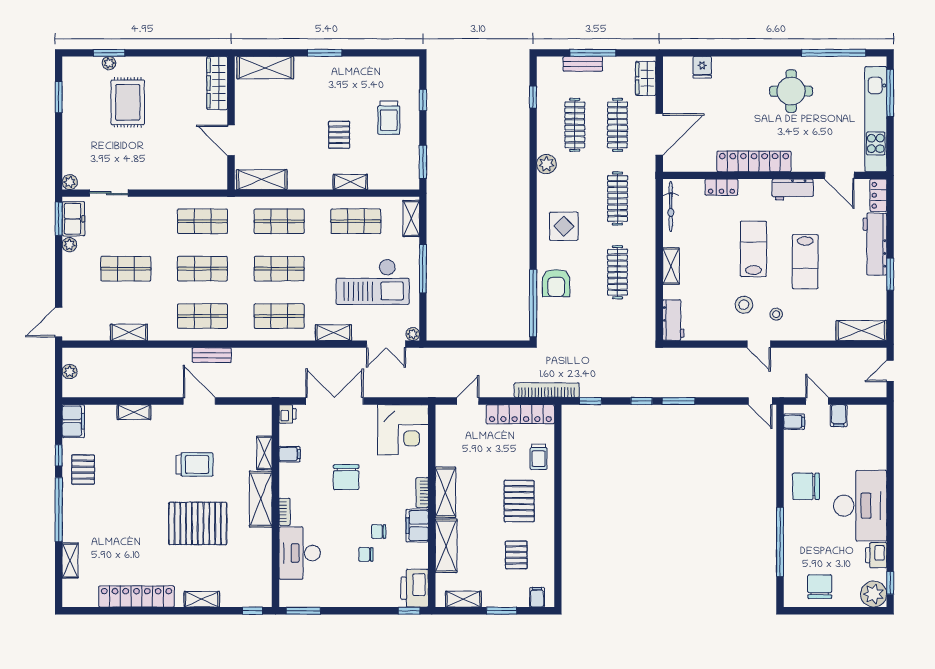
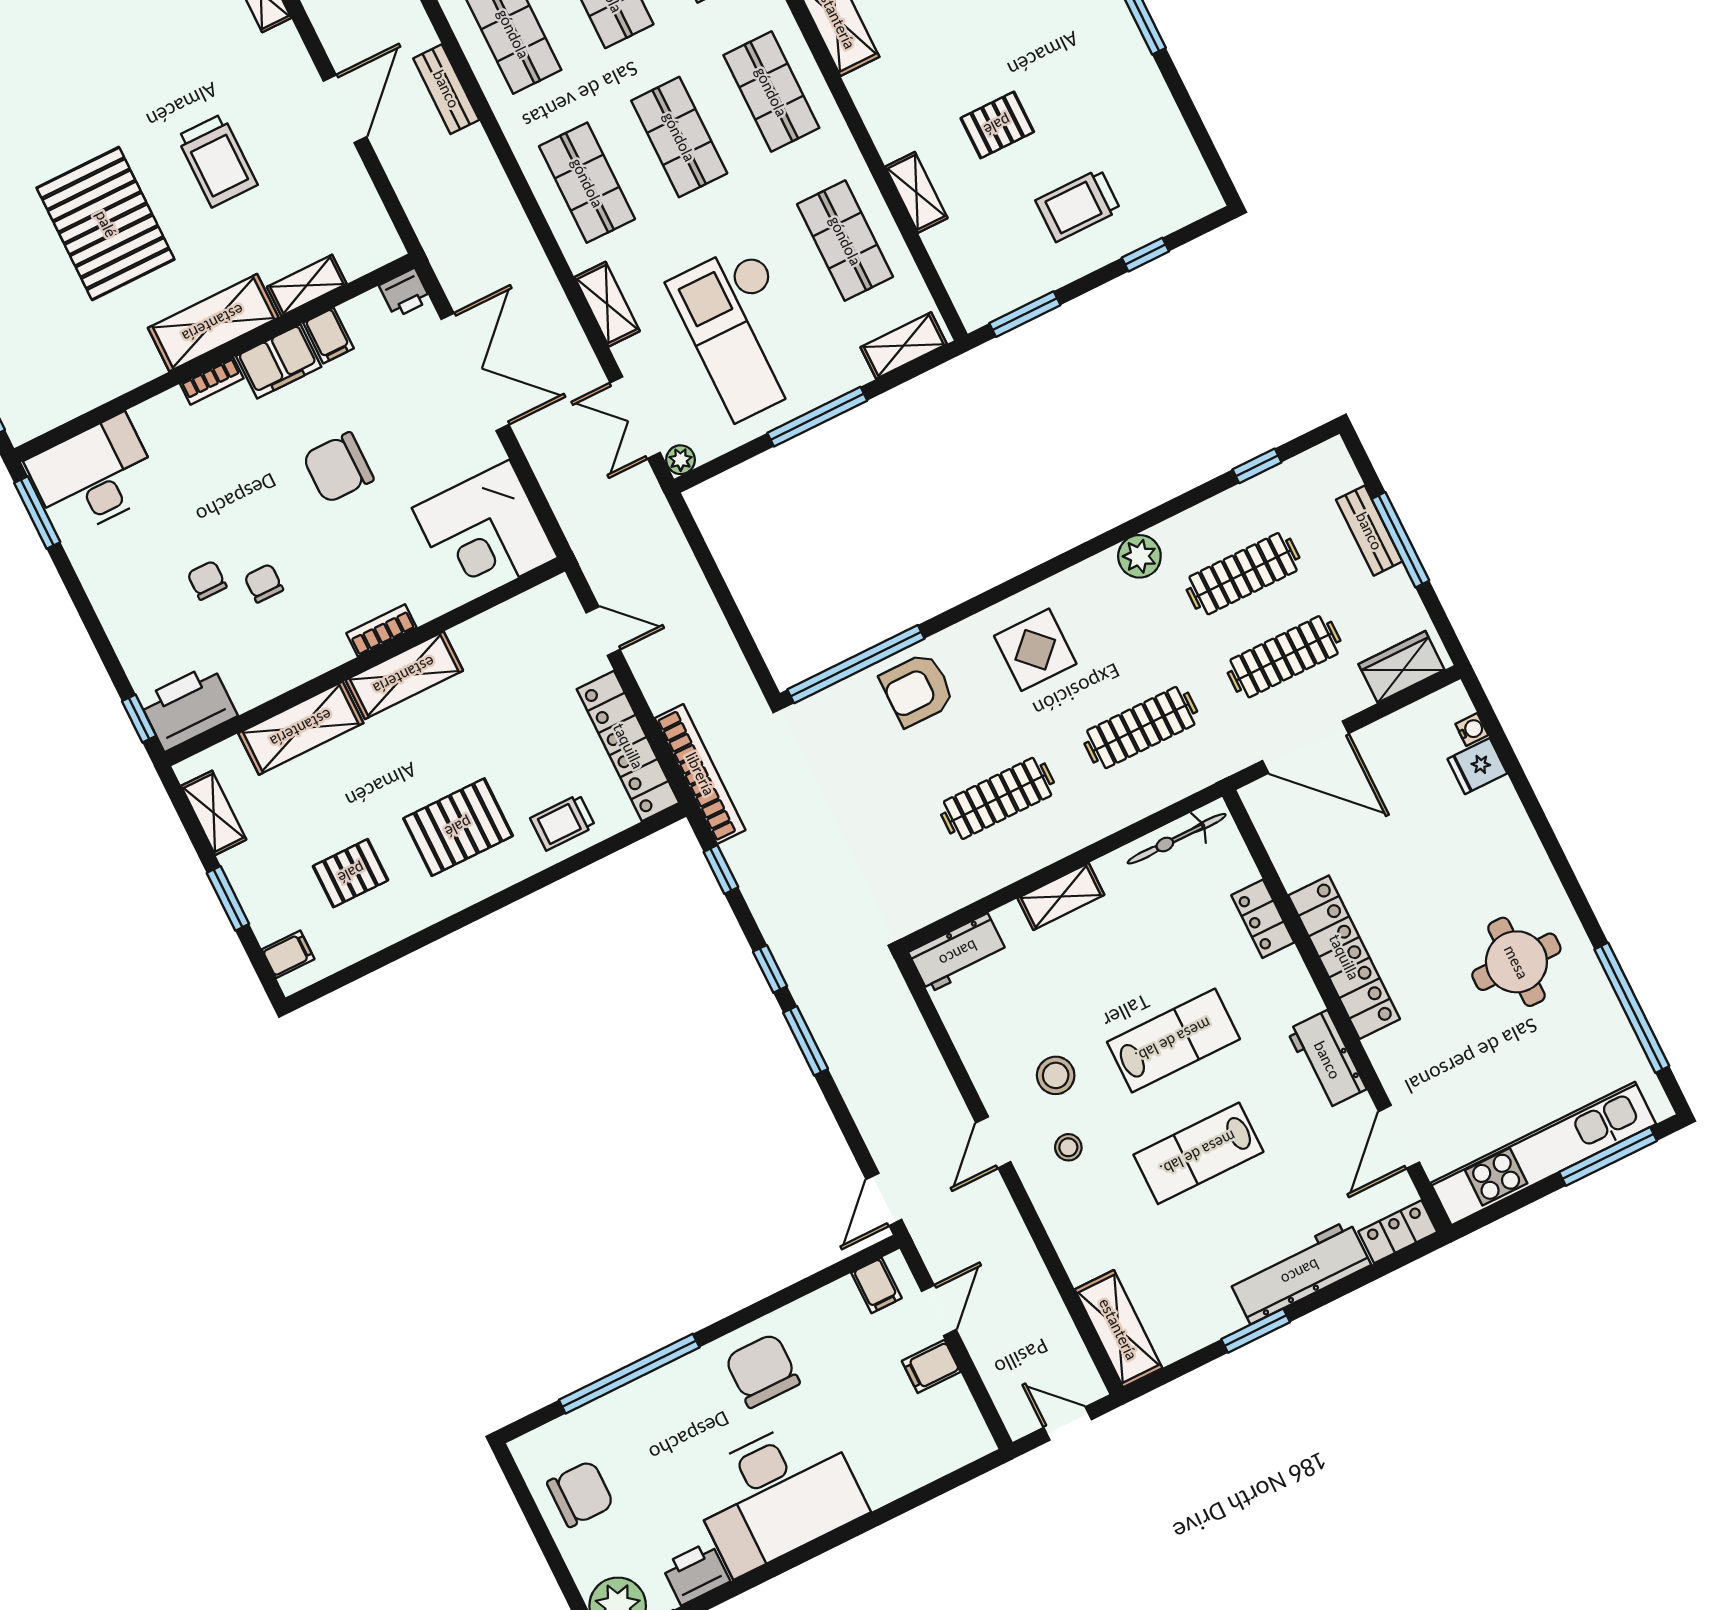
water cooler: (686, 62) -> (1472, 729), added
filing cabinet: (417, 526) -> (279, 361), moved, turned 180
desk: (300, 553) -> (94, 476), moved

